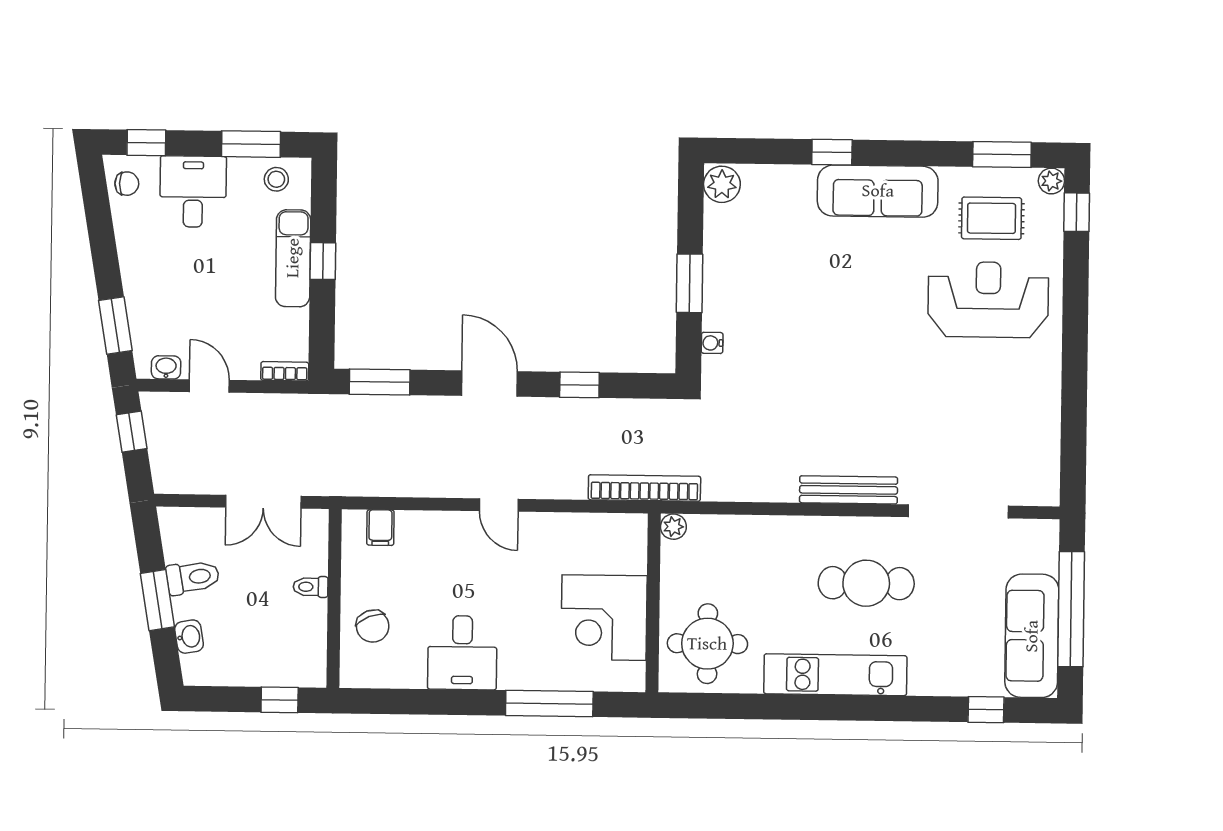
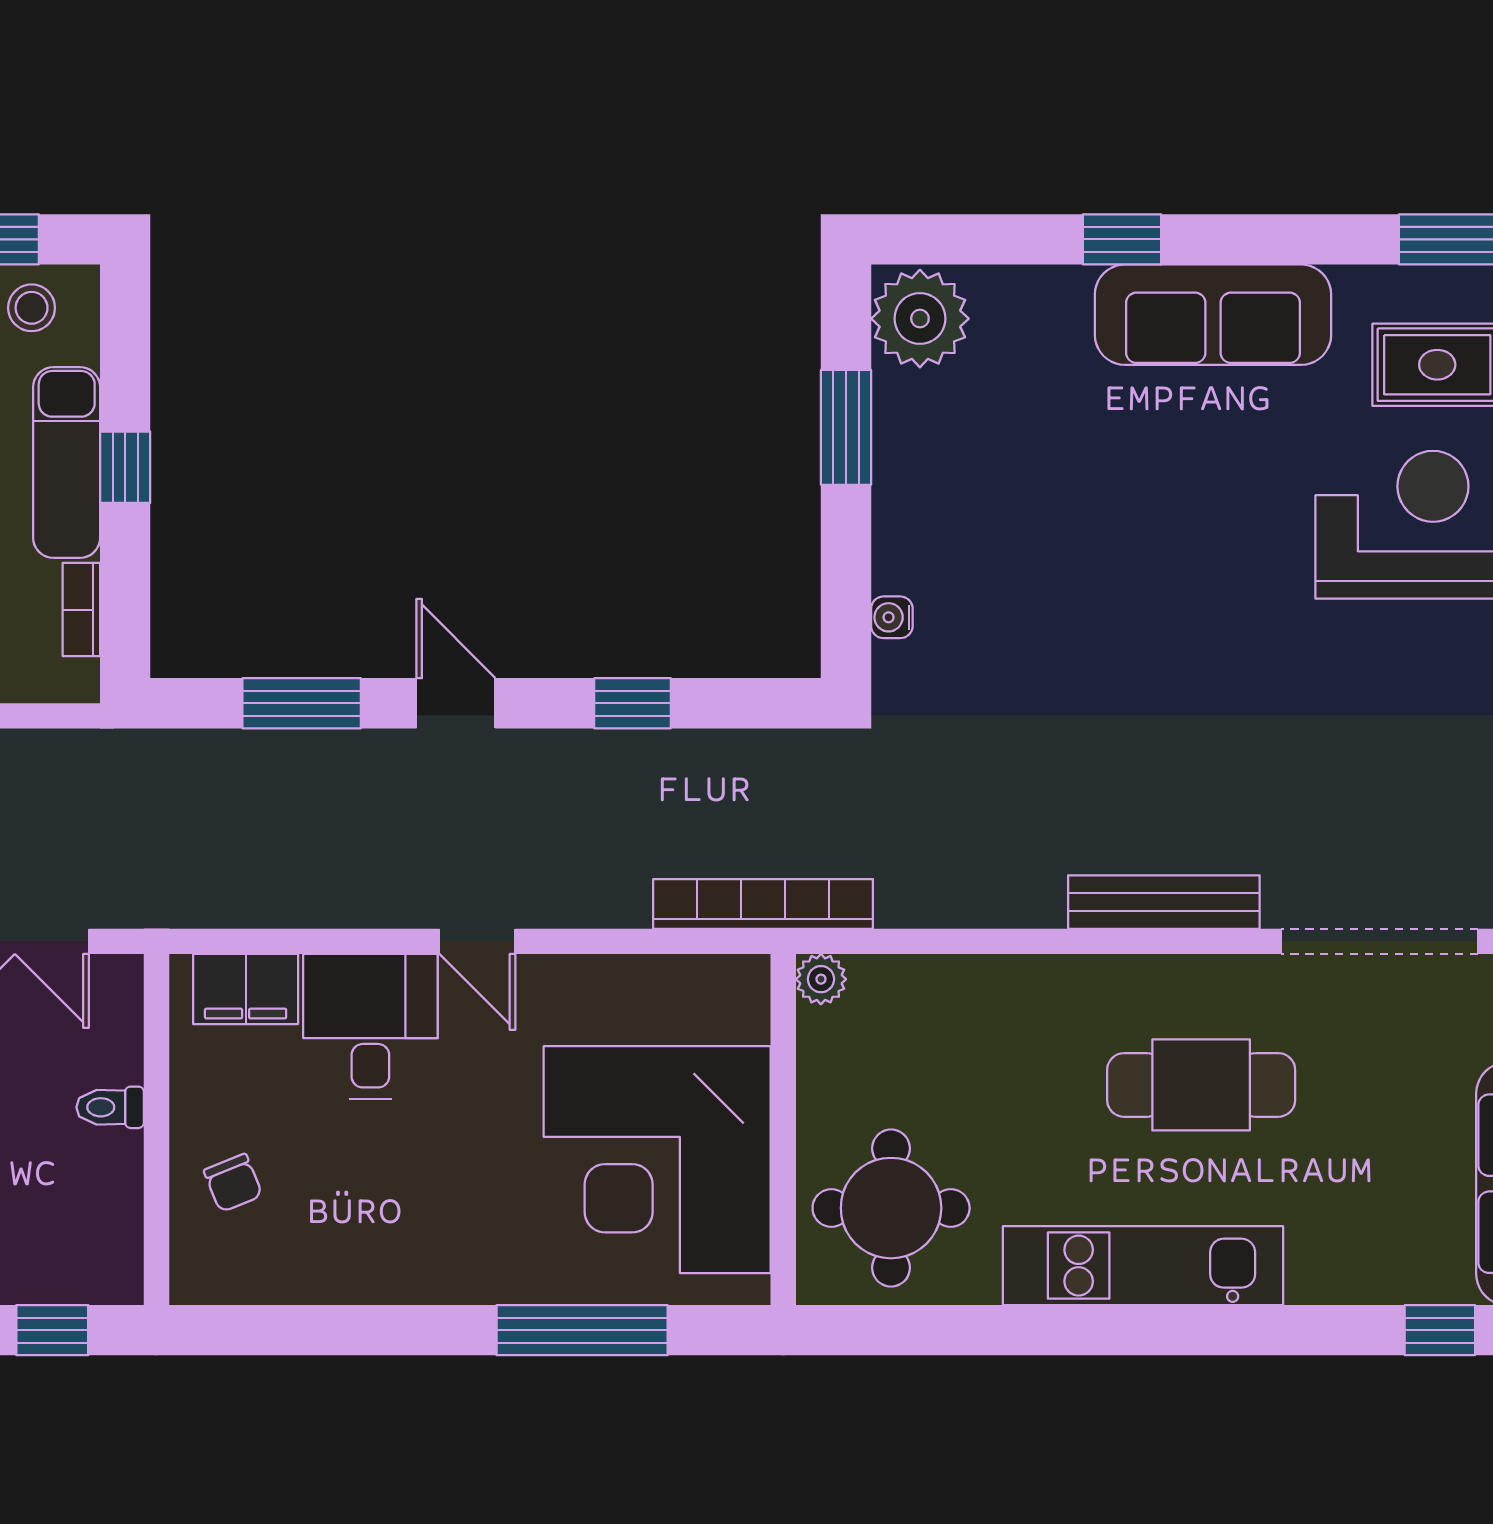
plant: (722, 184) -> (920, 319), width x1.36, depth x1.36
window: (690, 283) -> (846, 427), moved
bookcase: (285, 371) -> (81, 610), moved, turned -90
window: (380, 382) -> (302, 703), moved
door: (489, 384) -> (456, 703), width x0.73
filing cabinet: (380, 528) -> (246, 989), width x2.00
corner desk: (604, 618) -> (657, 1160), width x1.36, depth x1.36
chair: (373, 626) -> (233, 1183), width x0.73, depth x0.73
desk: (462, 653) -> (370, 1027), moved, turned 180

